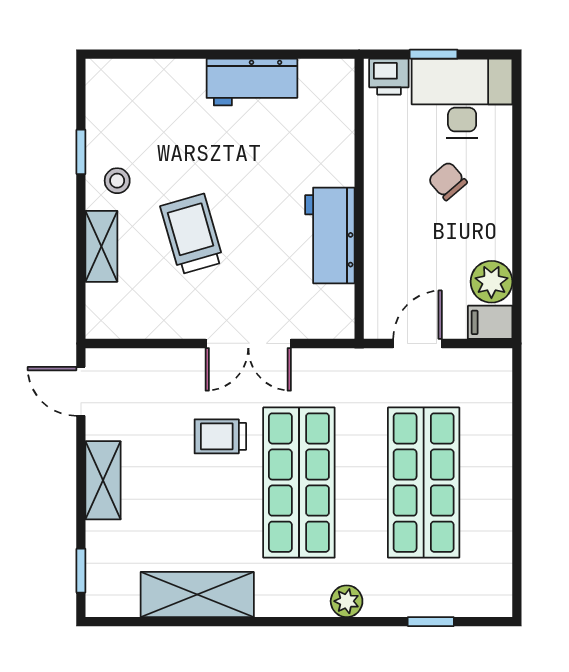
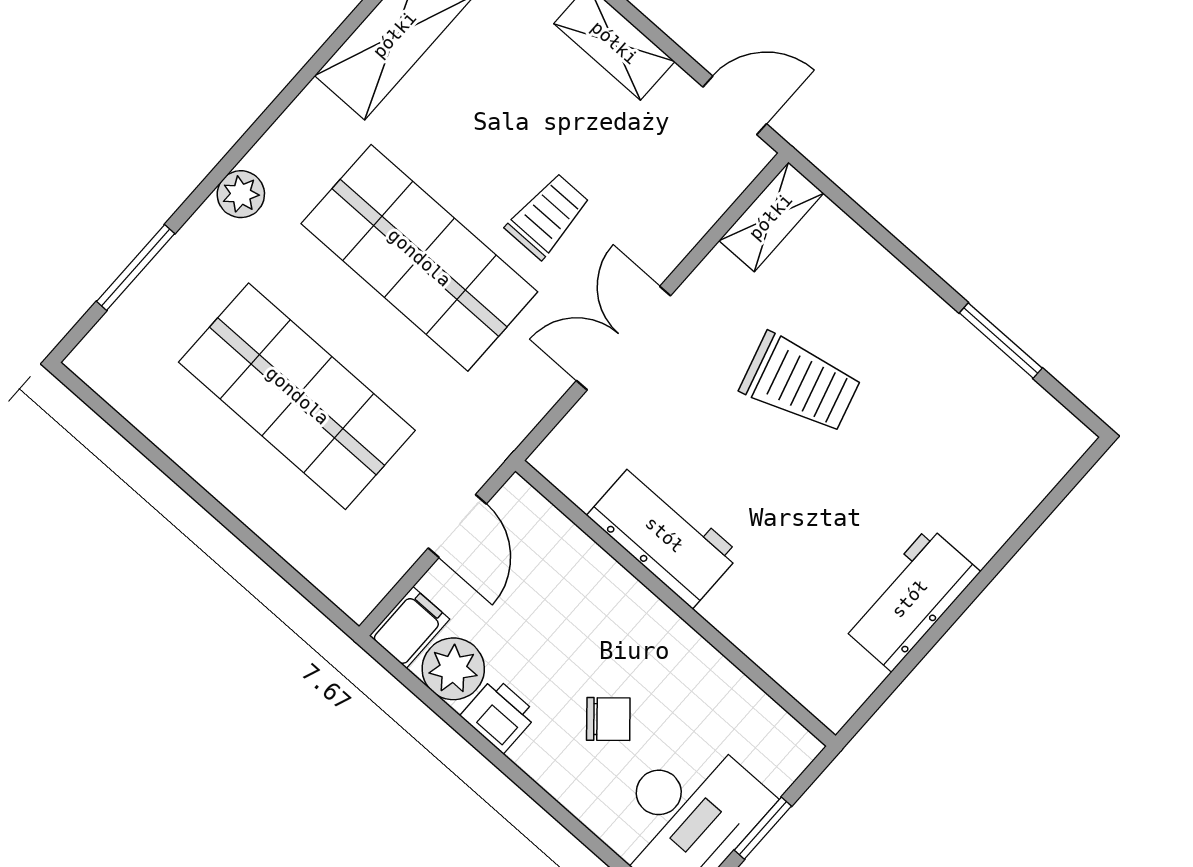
printer: (389, 77) -> (499, 715), moved, turned 90
window: (81, 152) -> (1001, 341), width x1.50
stool: (117, 181) -> (933, 353), removed
shelving: (101, 246) -> (771, 217), moved, turned 90
window: (431, 622) -> (136, 268), width x1.50

